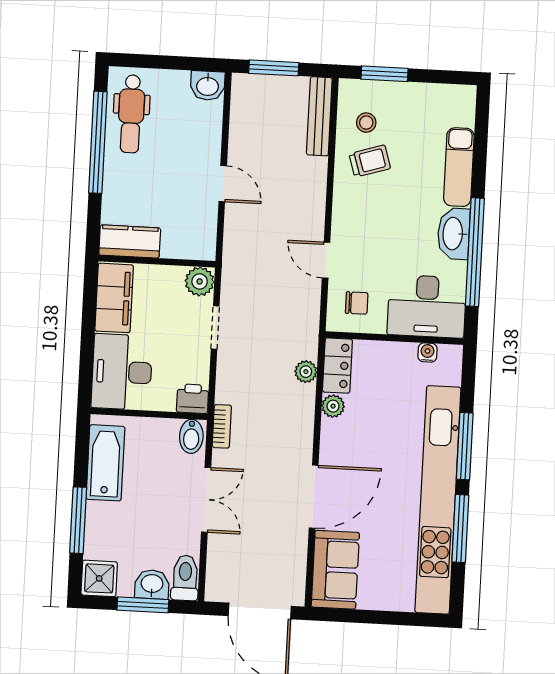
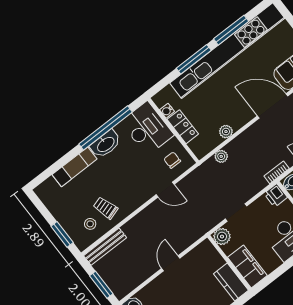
door: (326, 260) -> (165, 190), hinge flipped
filing cabinet: (114, 298) -> (247, 266), moved, turned 90
locker: (337, 366) -> (183, 127), moved, turned 90

